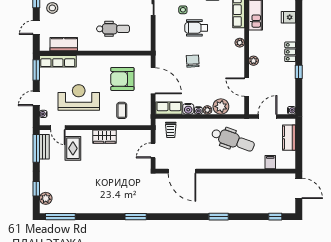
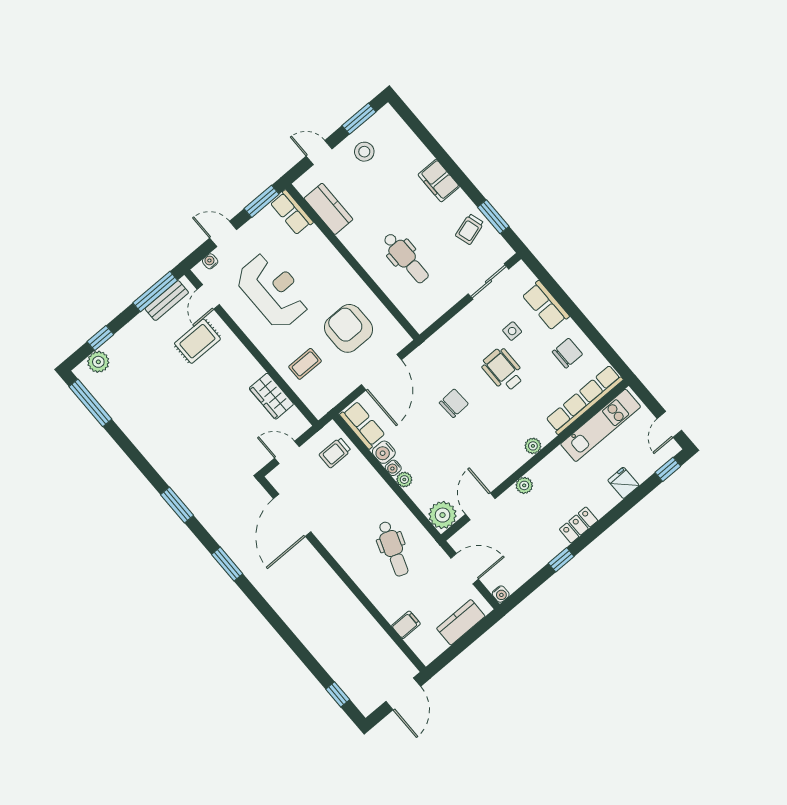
row of seats: (58, 61) -> (292, 212), width x0.68
plant: (221, 106) -> (443, 515), moved
wardrobe: (104, 137) -> (271, 396), moved
dental chair: (233, 140) -> (393, 549), width x0.73, depth x0.72
window: (219, 217) -> (227, 564), moved

